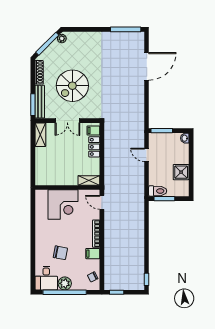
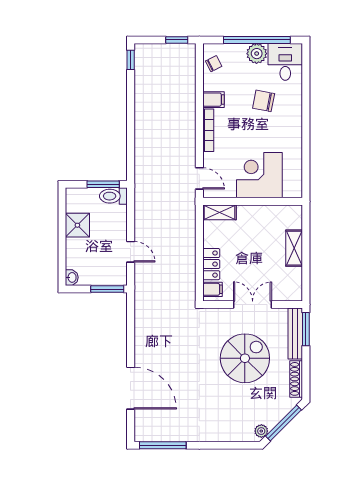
door: (147, 66) -> (131, 388), swing flipped
shelving: (40, 135) -> (294, 248), moved

